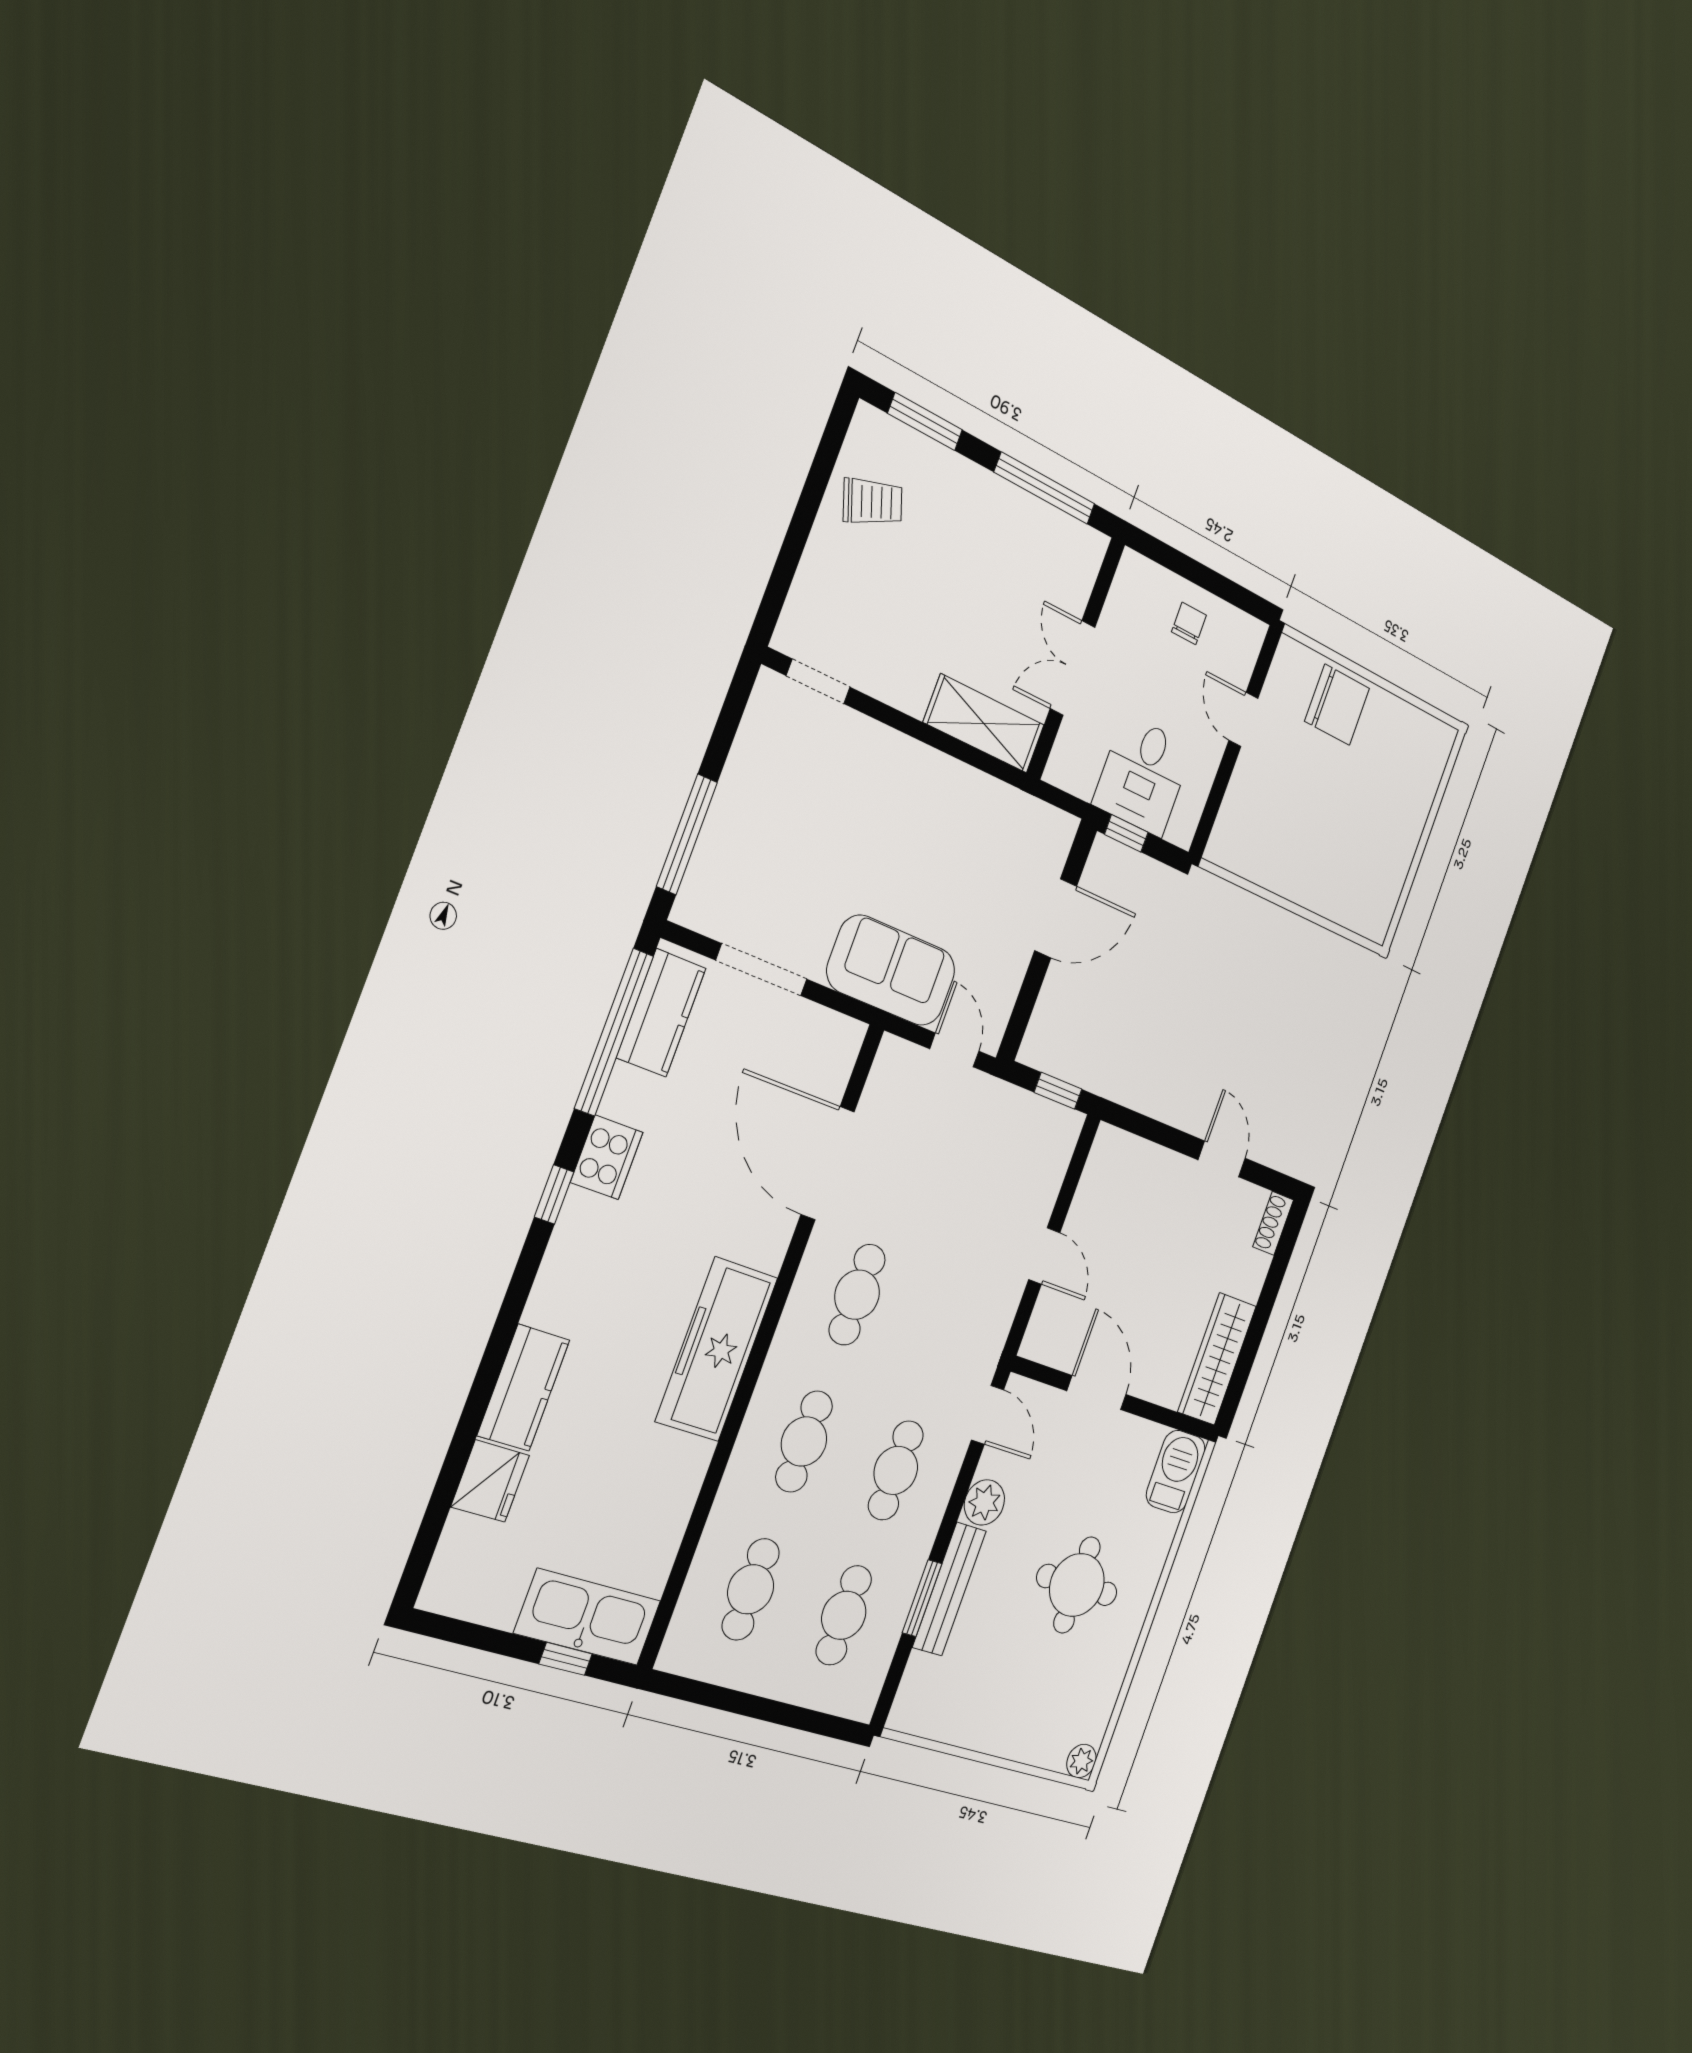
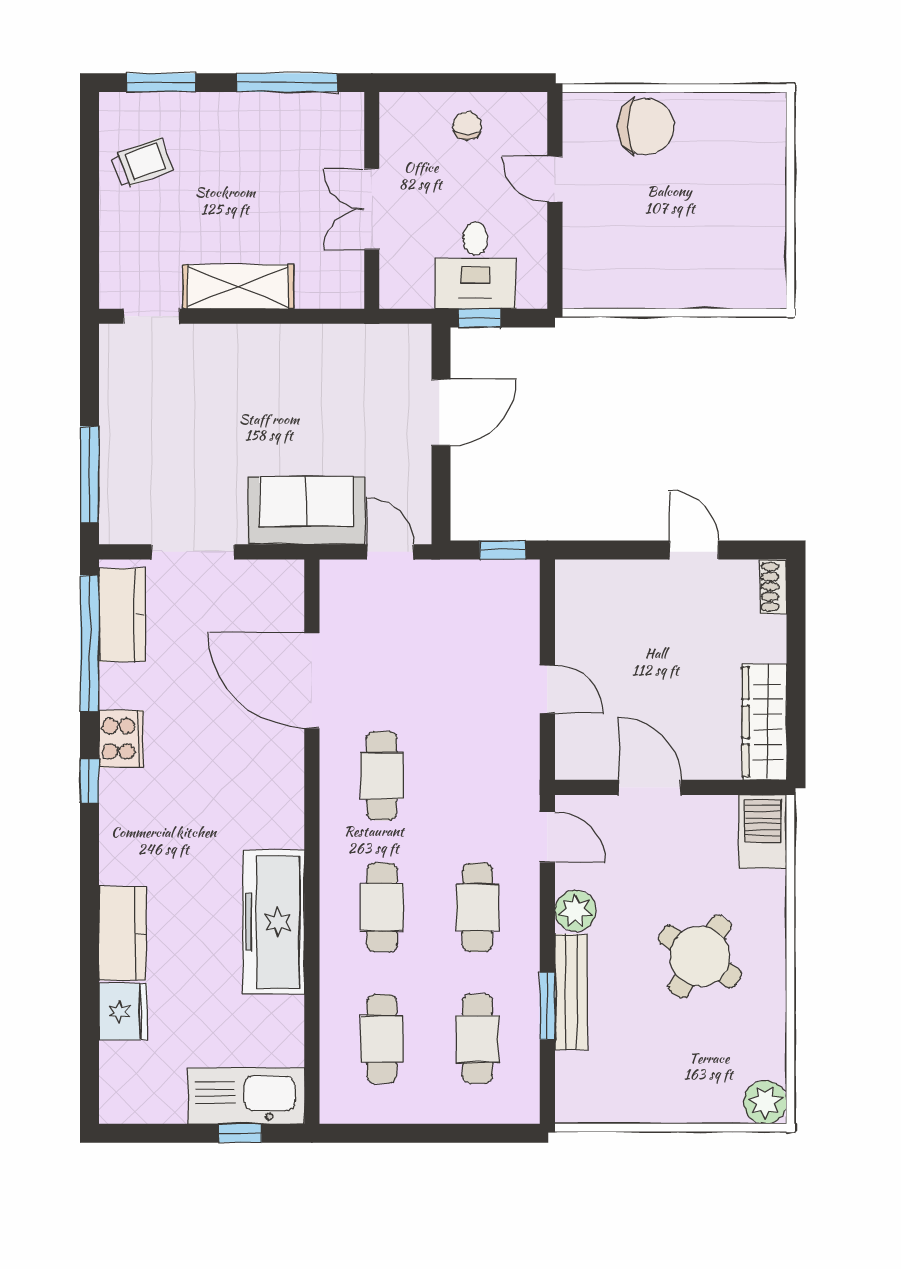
shelving: (984, 724) -> (238, 287), moved
freezer: (717, 1349) -> (274, 922), moved
round table: (1077, 1585) -> (700, 956), turned 33
plant: (1081, 1761) -> (765, 1102), width x1.38, depth x1.38

